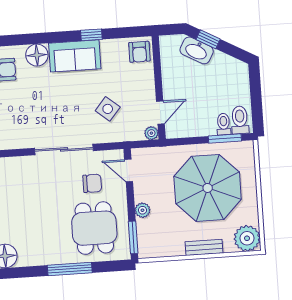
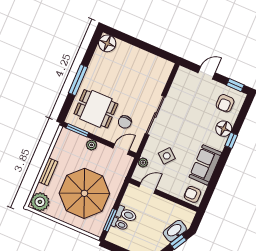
window: (91, 35) -> (231, 140), moved
sofa: (75, 56) -> (205, 165), moved
door: (160, 112) -> (147, 188), swing flipped
toilet: (240, 120) -> (126, 214), moved
plant: (151, 133) -> (143, 163), moved

